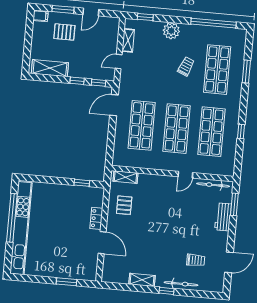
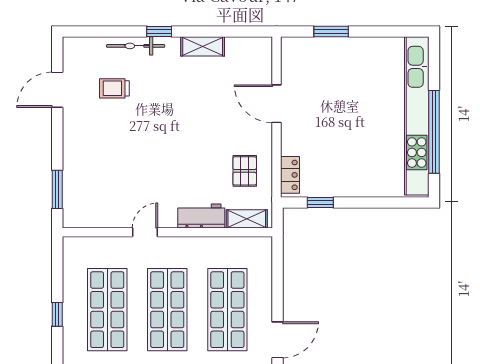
bicycle: (213, 185) -> (96, 219), removed
workbench: (223, 217) -> (201, 216), moved, turned -90
locker: (96, 218) -> (290, 175), moved

